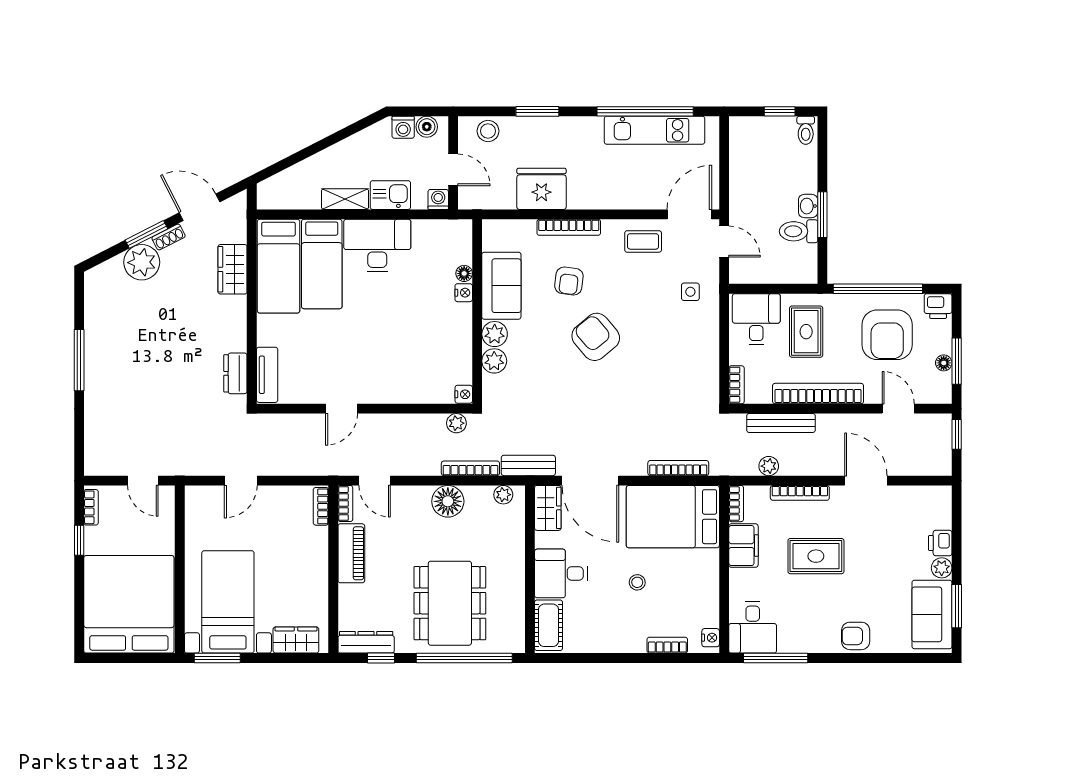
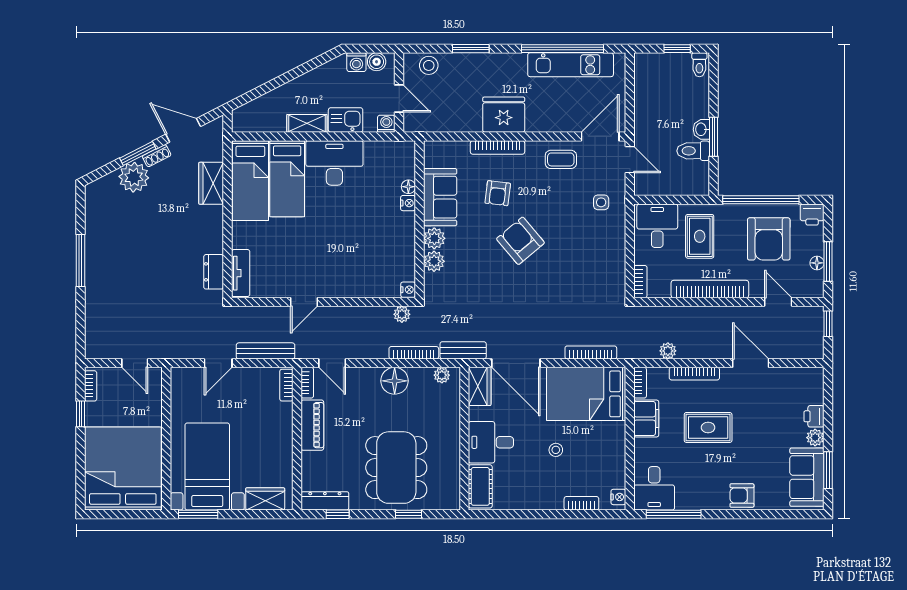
fridge: (541, 189) -> (504, 115), moved
bench: (781, 423) -> (266, 351), moved
window: (464, 658) -> (409, 514), width x0.32

